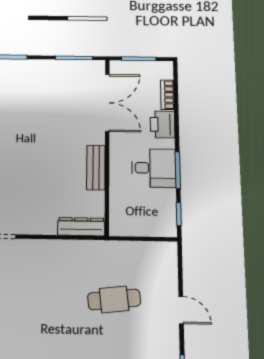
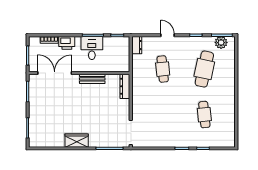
dresser: (161, 250) -> (137, 45), added
door: (181, 310) -> (167, 35), hinge flipped

